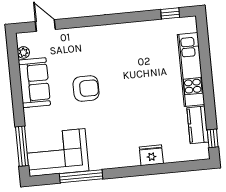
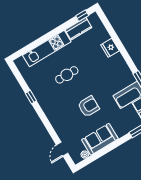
window: (170, 13) -> (31, 97), moved
cafe table: (143, 79) -> (67, 75), added
armchair: (86, 88) -> (88, 106), turned 90

